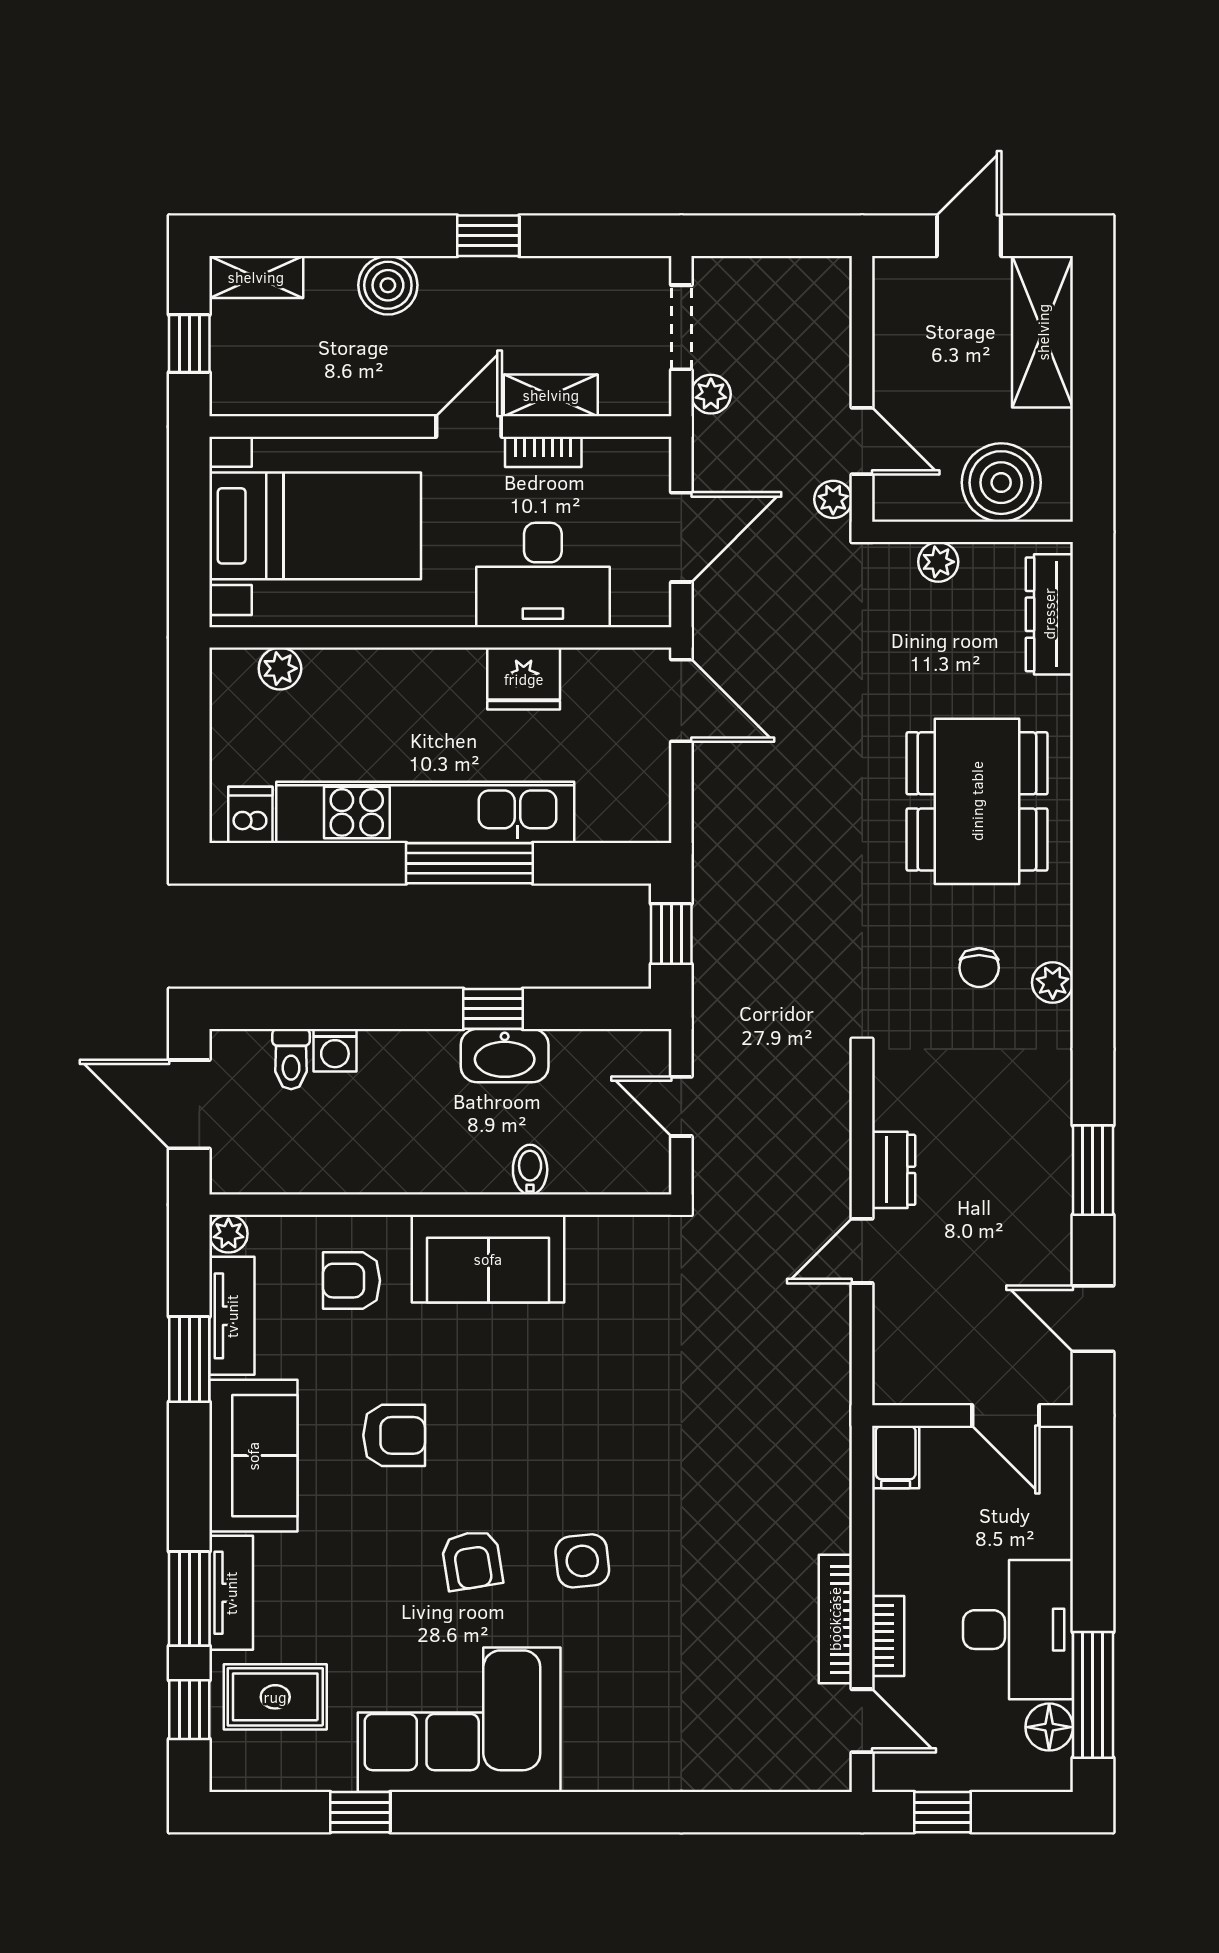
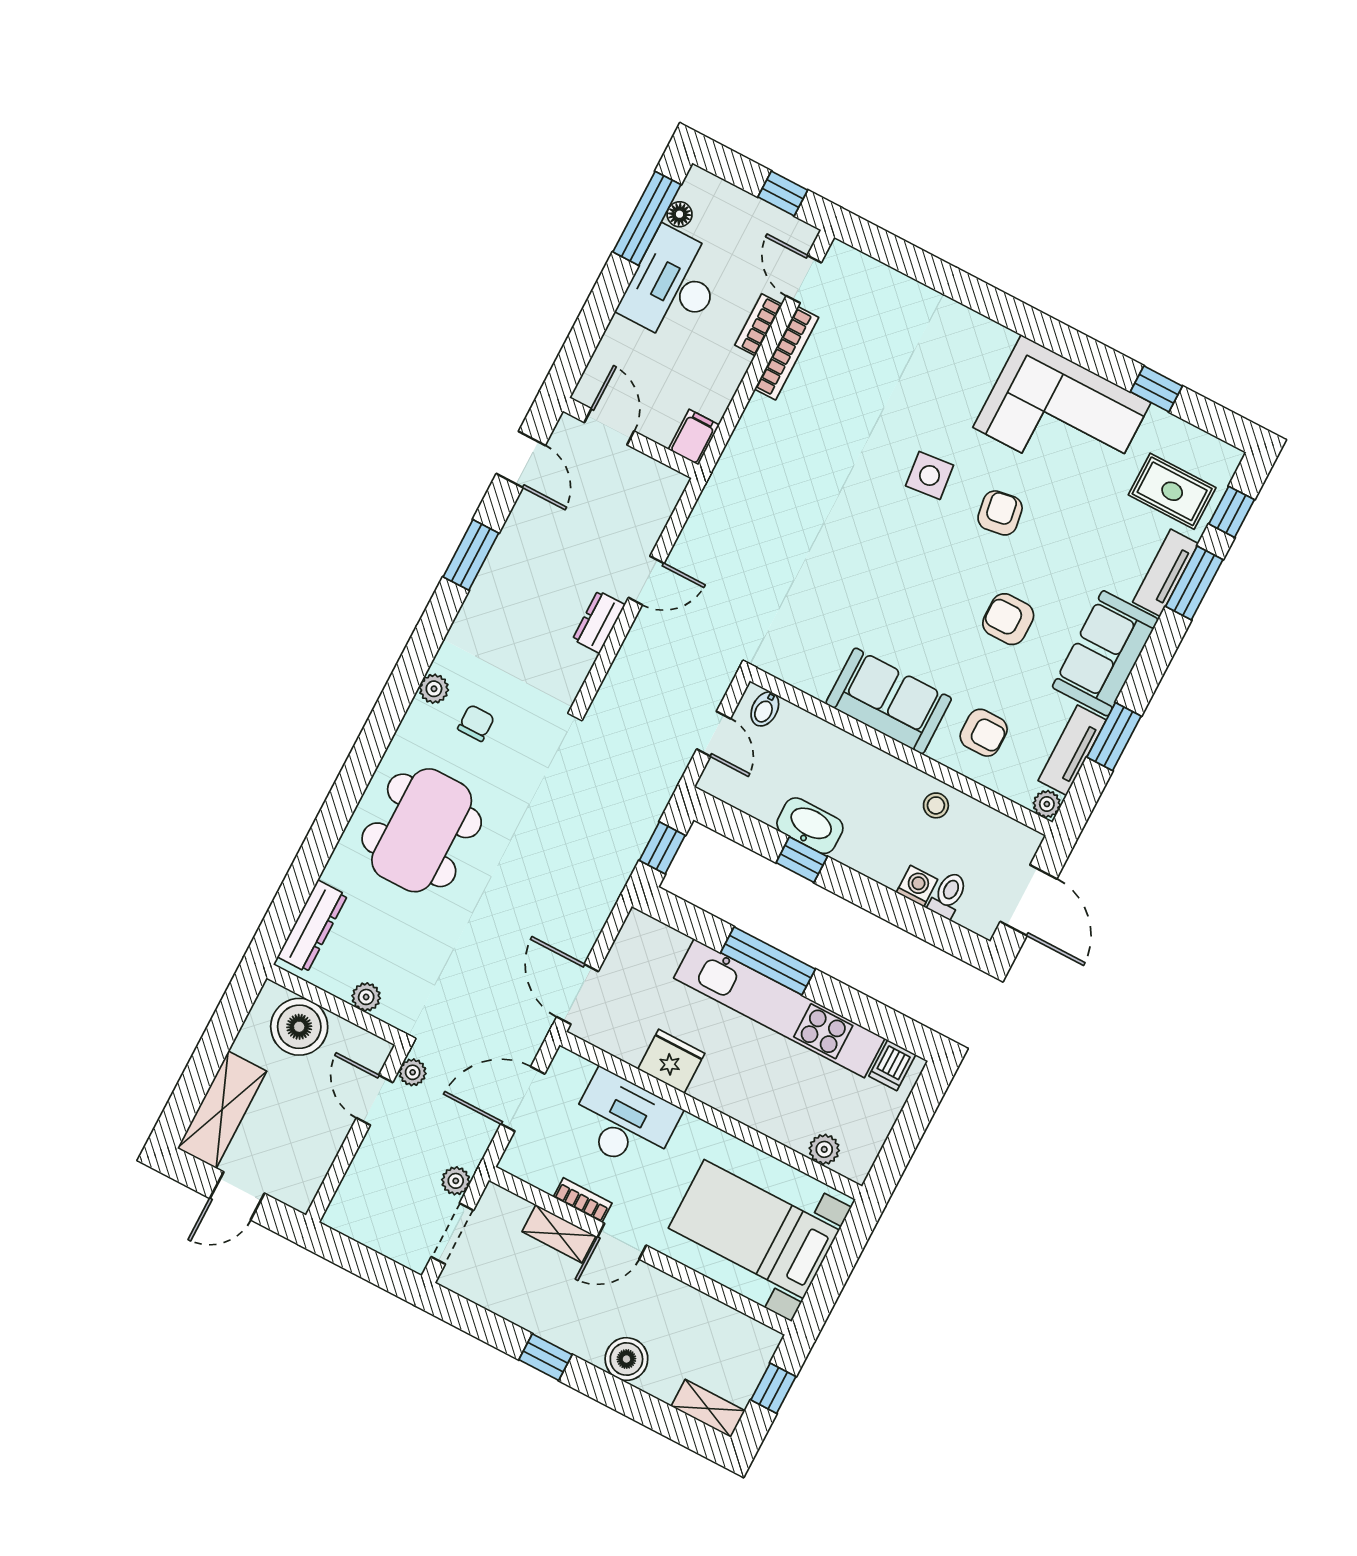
stool: (363, 1161) -> (936, 805), added
bidet: (530, 1170) -> (765, 709), moved
floor lamp: (1049, 1727) -> (679, 214), width x0.73, depth x0.73

